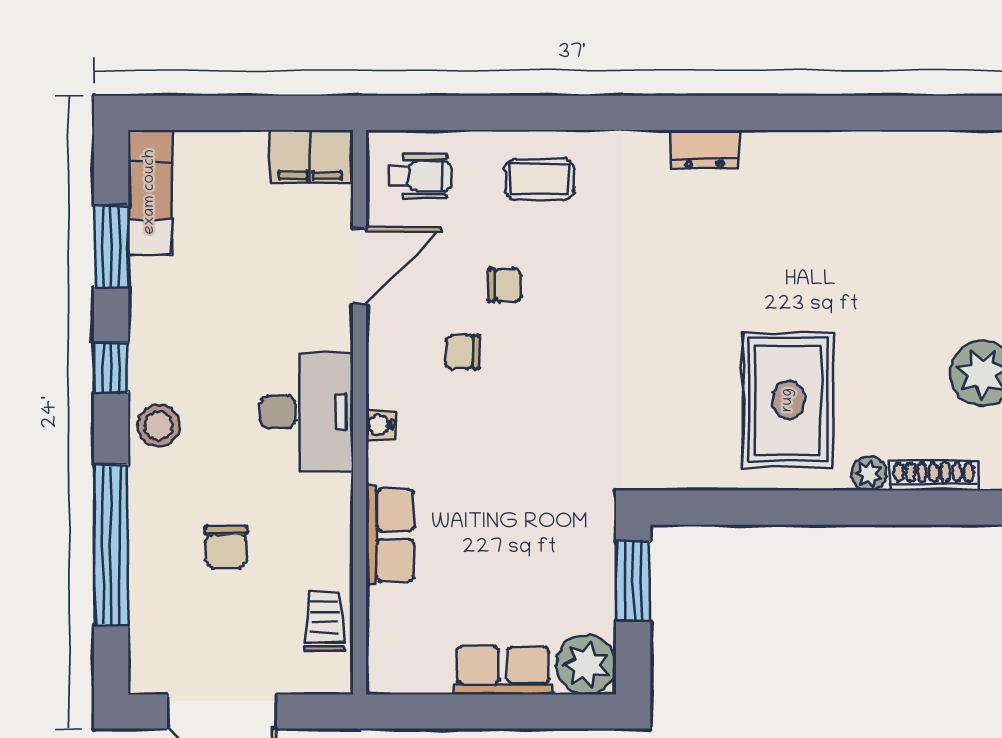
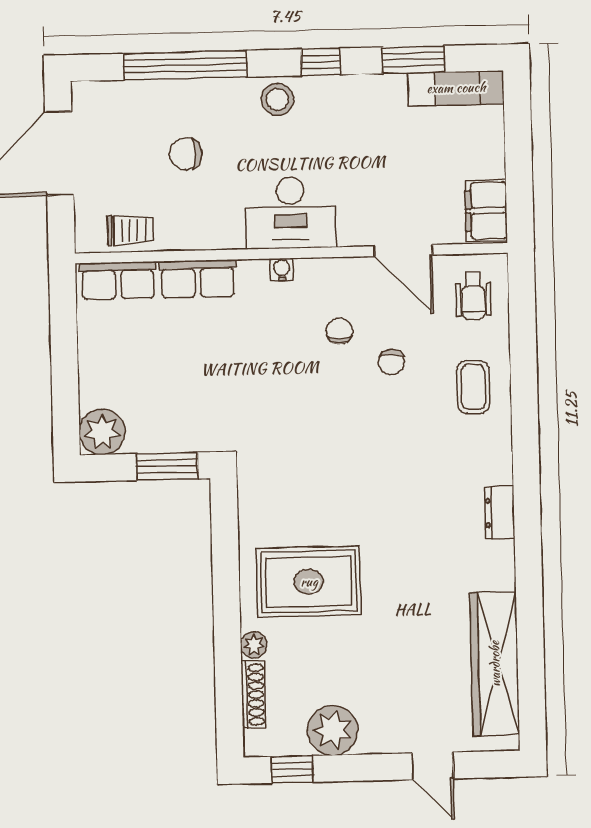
wardrobe: (901, 160) -> (495, 664), added
row of seats: (503, 671) -> (118, 281), moved, turned 90

